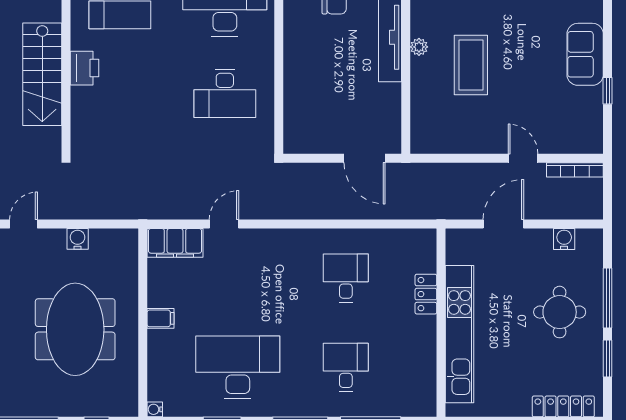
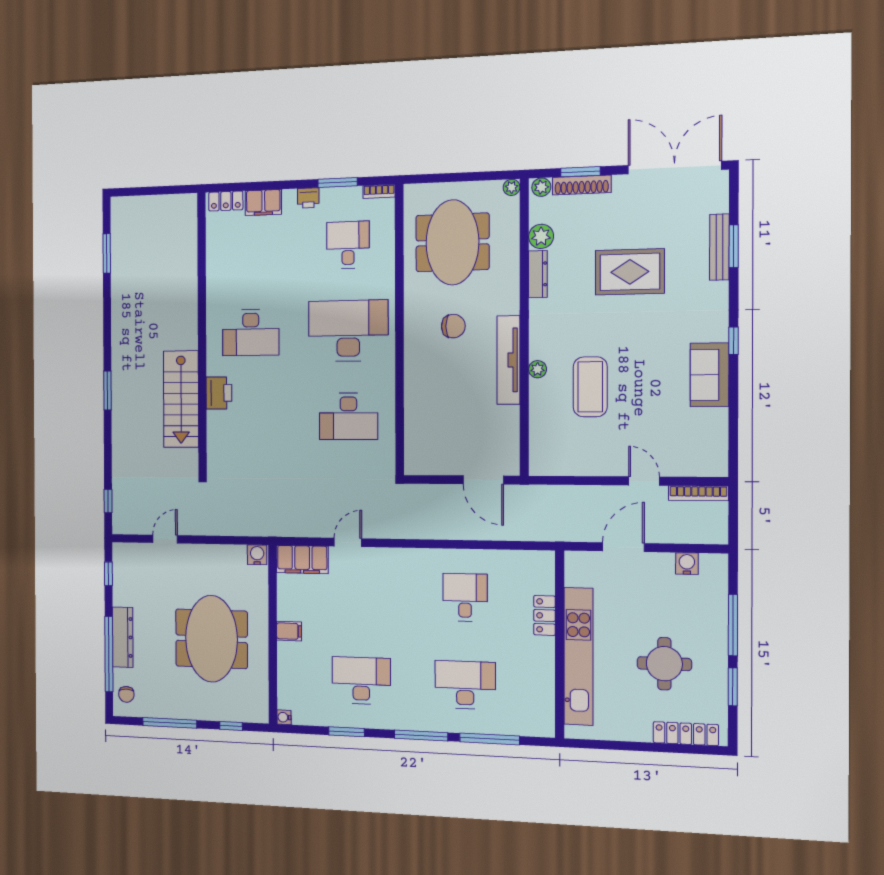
window: (608, 91) -> (733, 341), moved
water cooler: (78, 239) -> (257, 555), moved
round table: (560, 312) -> (664, 664), moved
desk: (238, 367) -> (361, 681), width x0.73, depth x0.77
desk: (346, 367) -> (465, 685), width x1.37

